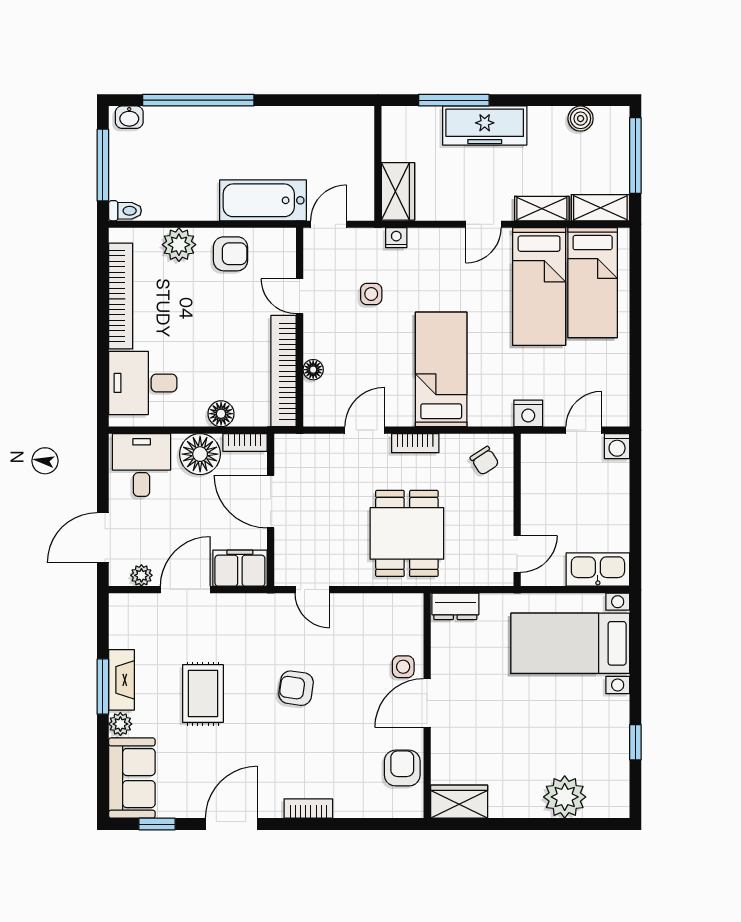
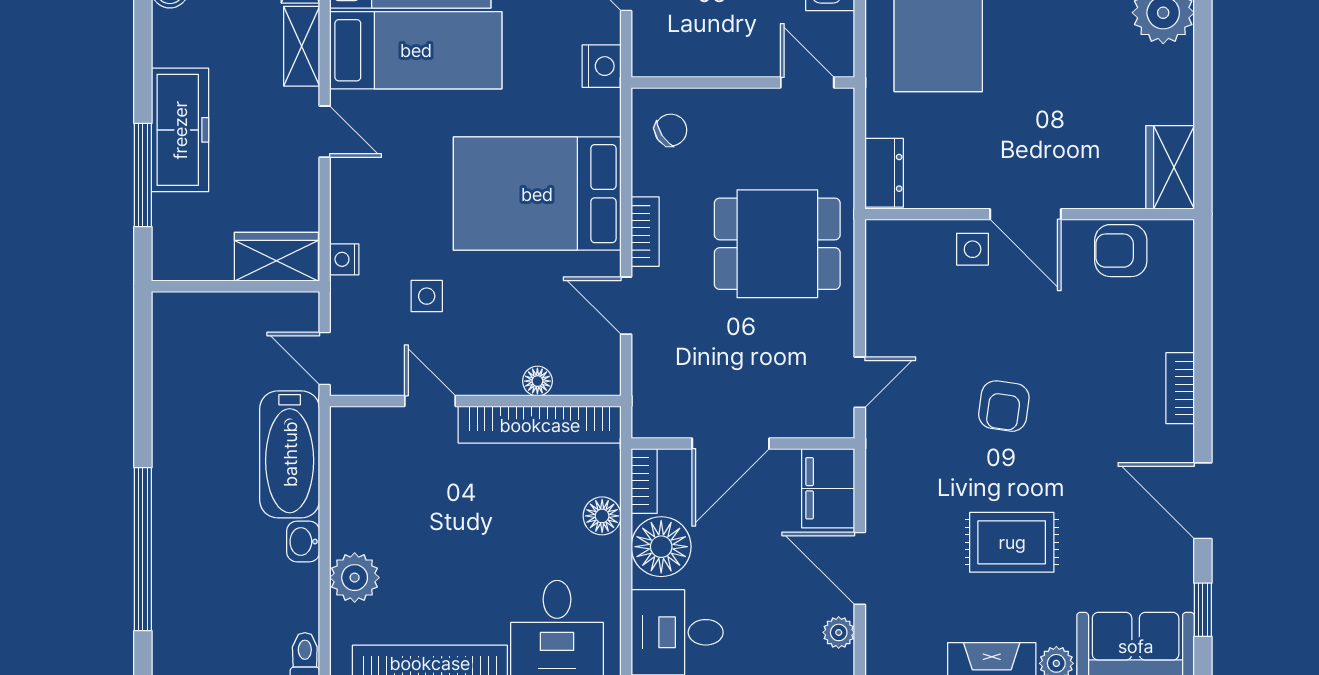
washbasin: (129, 117) -> (303, 542), moved, turned 180
armchair: (230, 254) -> (368, 502), removed
door: (300, 296) -> (430, 401), swing flipped
bed: (441, 369) -> (537, 194), width x1.50

